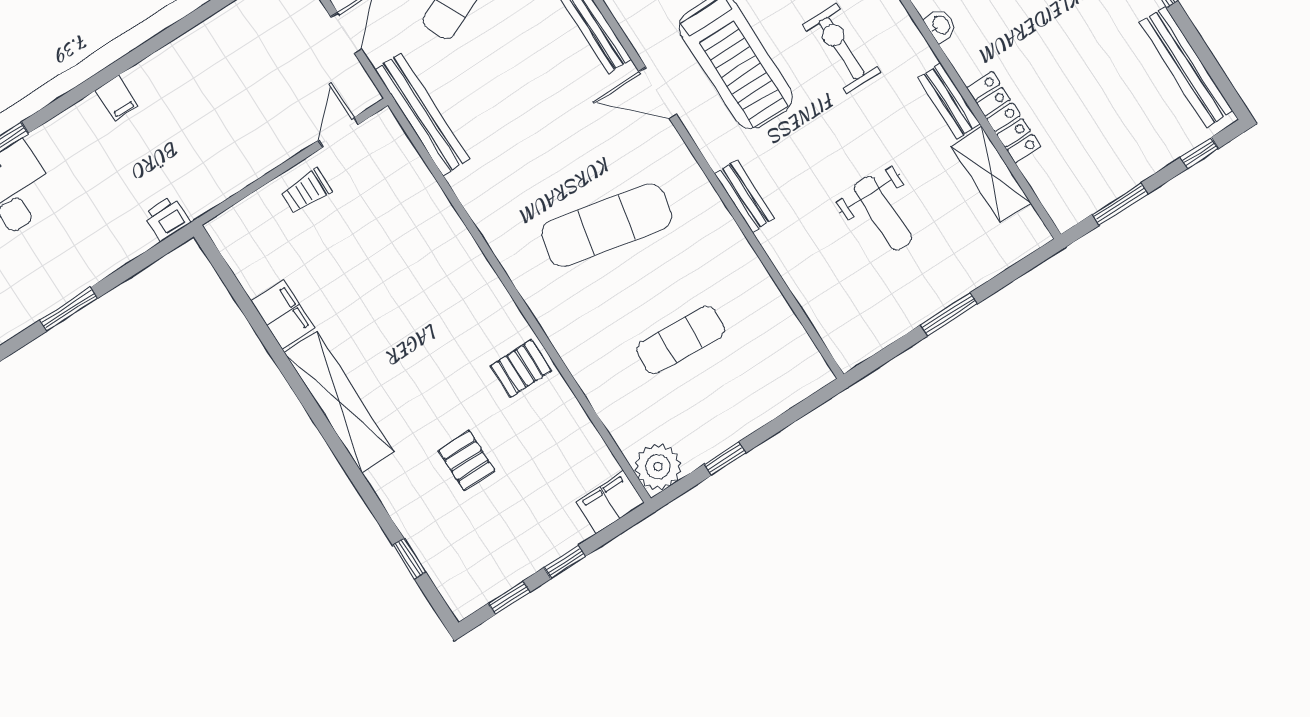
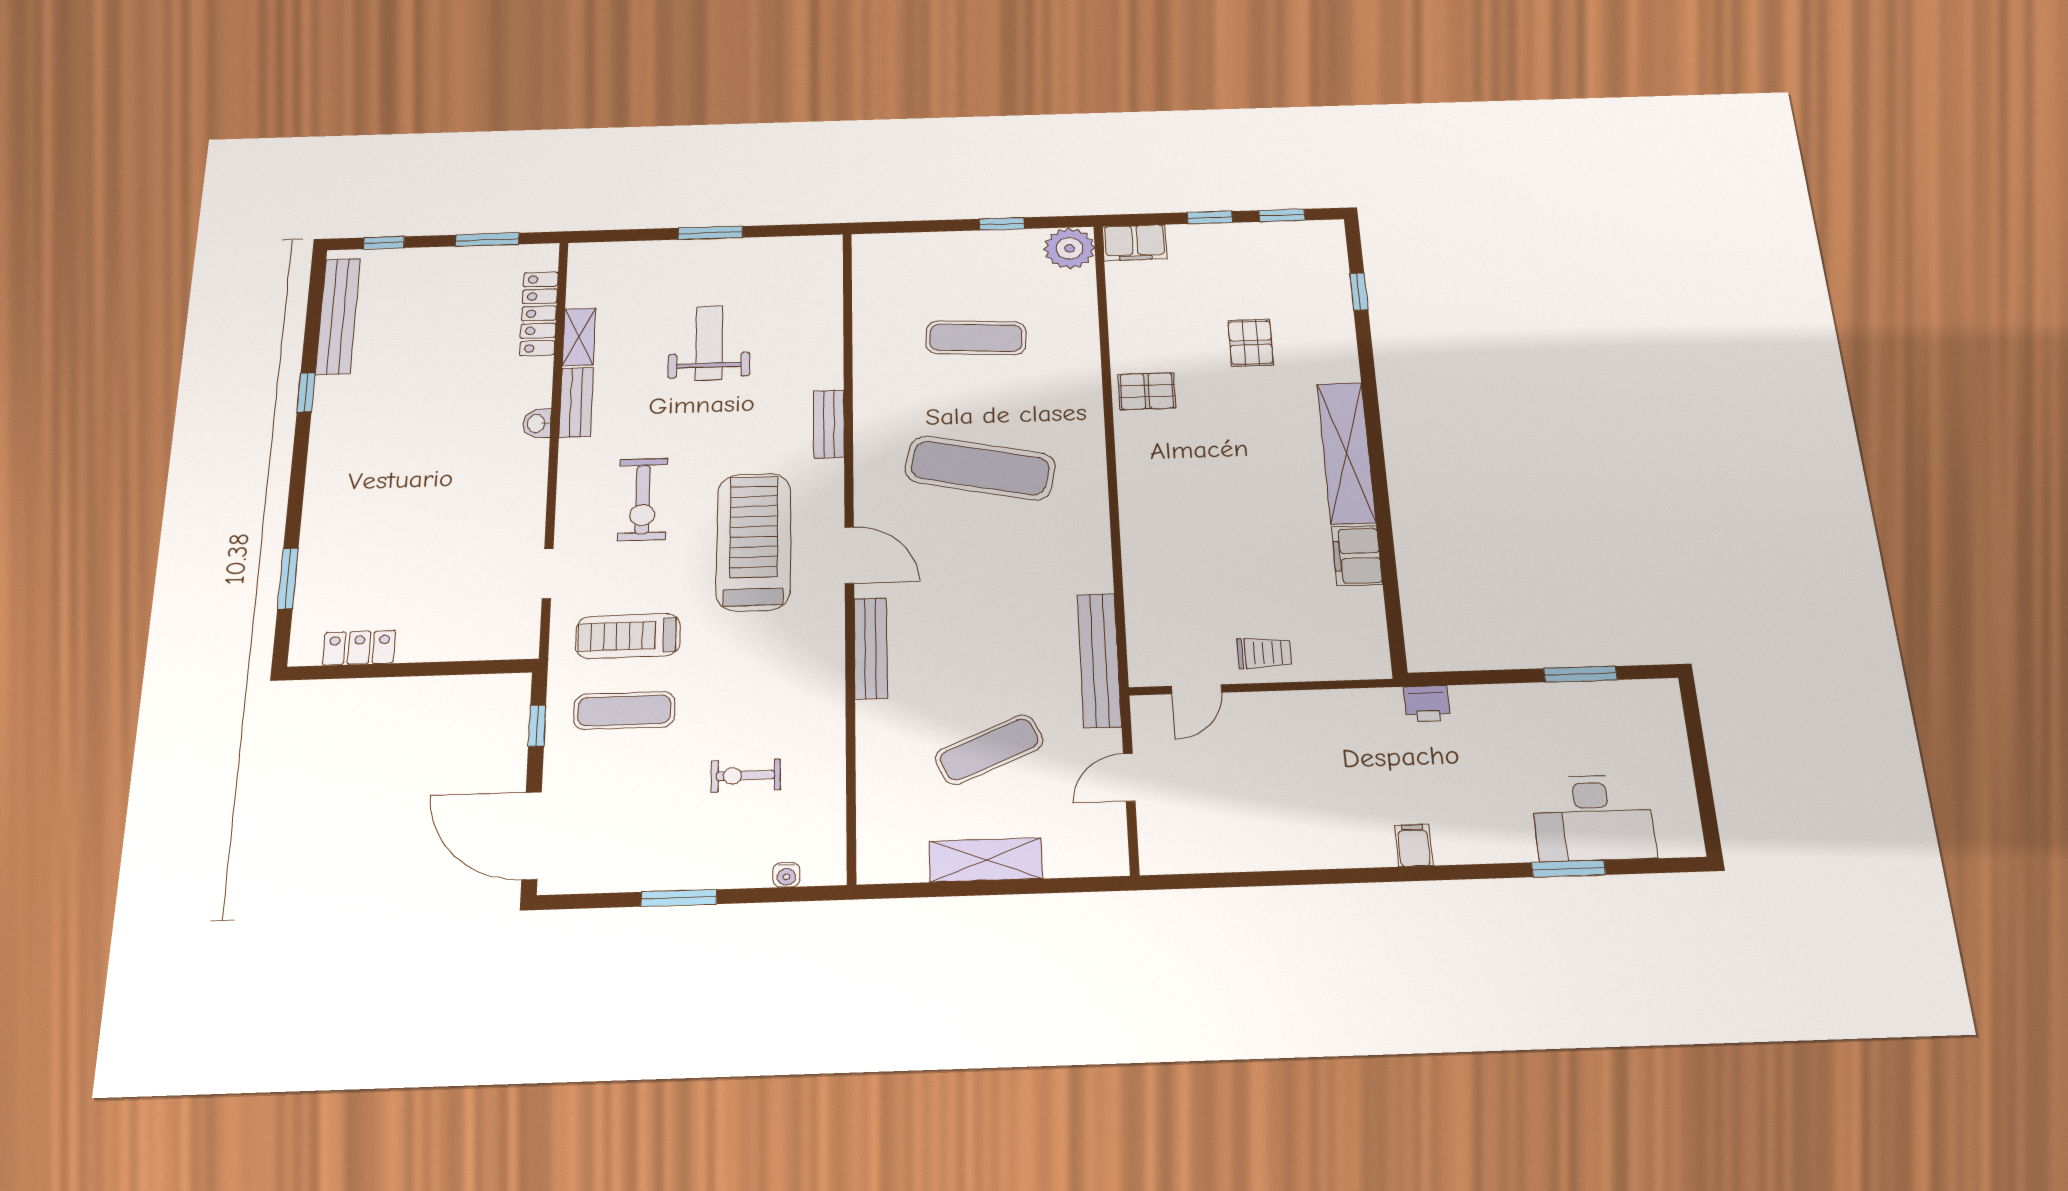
washbasin: (940, 25) -> (537, 423), moved
locker: (1004, 117) -> (539, 314), moved
shelving: (991, 174) -> (579, 337), width x0.67, depth x0.75

